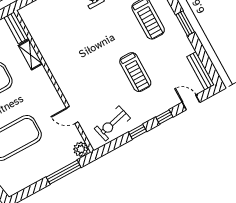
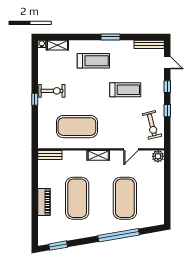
exercise mat: (65, 41) -> (77, 127), added
shelving: (30, 55) -> (98, 155), moved
door: (191, 102) -> (167, 63), swing flipped
window: (64, 172) -> (167, 177), removed

